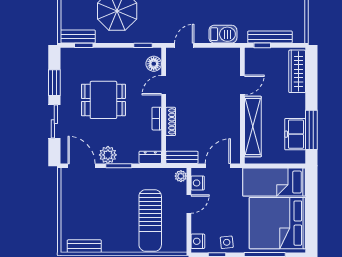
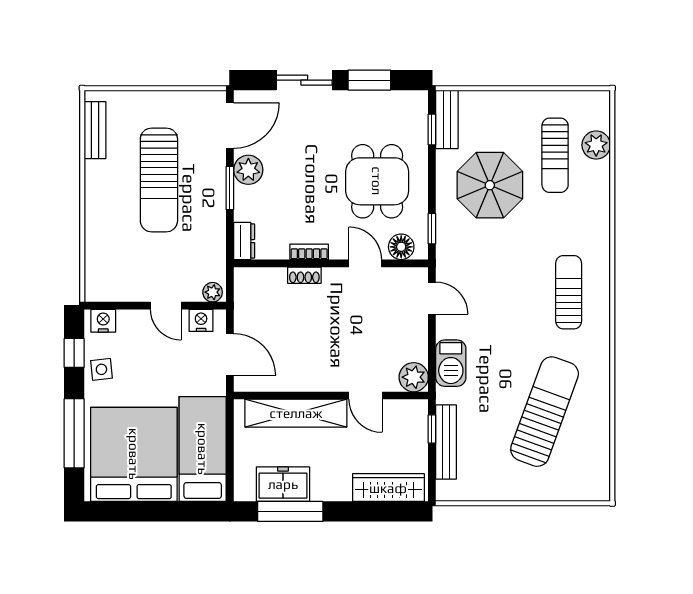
plant: (231, 56) -> (414, 377), added
dining table: (103, 100) -> (377, 181), moved
shoe rack: (171, 121) -> (304, 275), width x0.70
bench: (182, 157) -> (244, 294), removed
sun lounger: (150, 220) -> (159, 180), moved, turned -90

